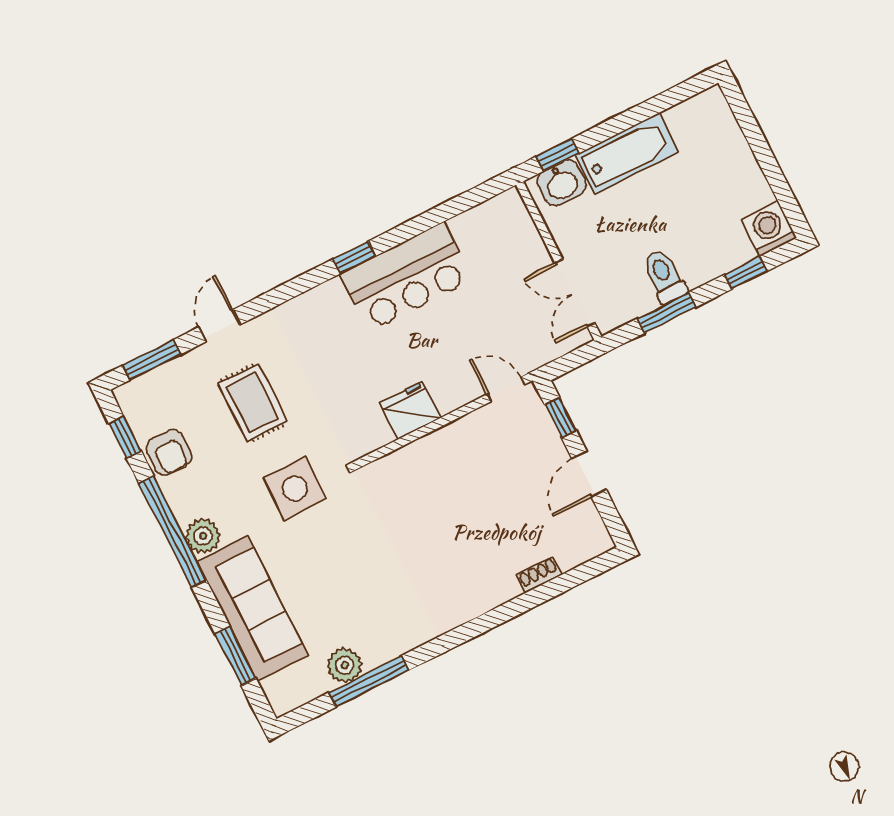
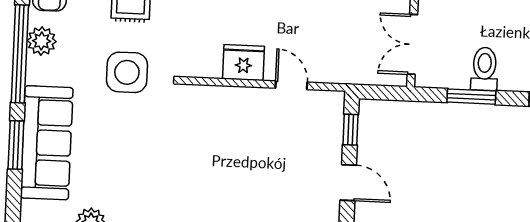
door: (506, 389) -> (291, 85), moved
door: (589, 474) -> (348, 183), swing flipped
plant: (203, 536) -> (42, 41), moved
window: (236, 656) -> (16, 145), moved

